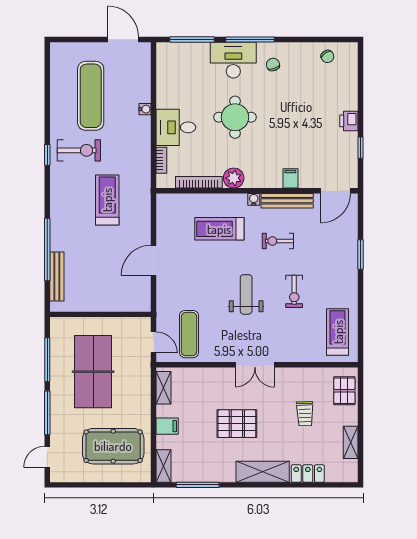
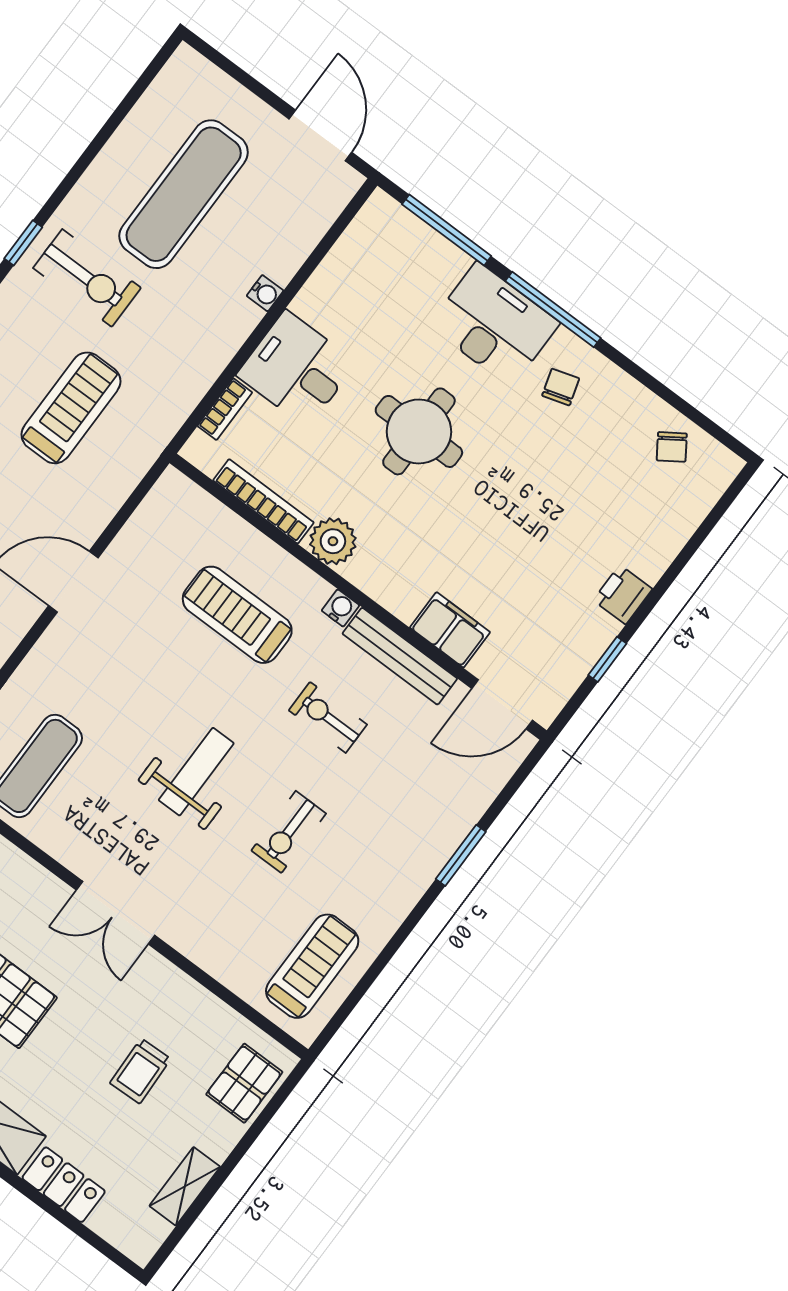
filing cabinet: (290, 178) -> (450, 630), width x2.00

